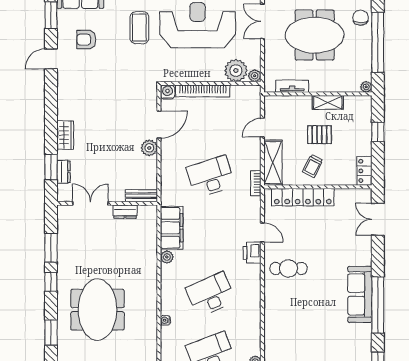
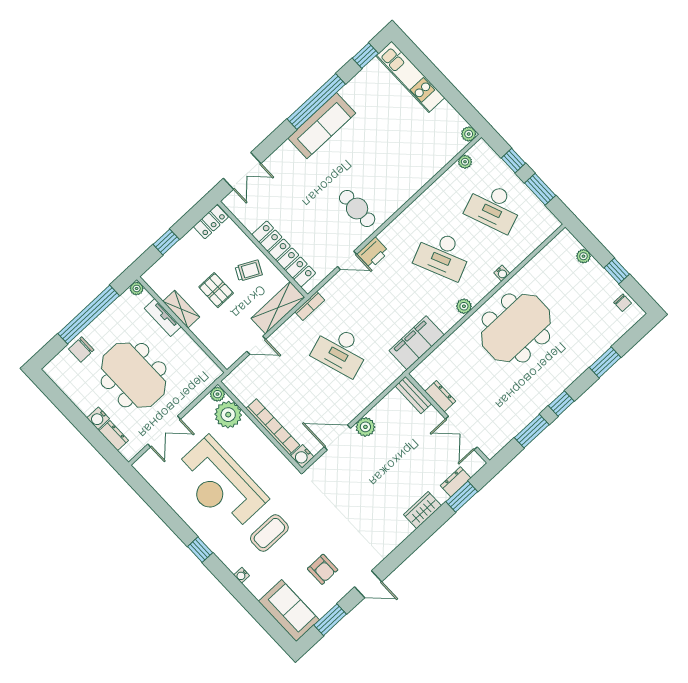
tv unit: (292, 86) -> (163, 317), moved
door: (262, 232) -> (347, 260), swing flipped
plant: (167, 257) -> (464, 306), moved
meeting table: (98, 310) -> (516, 328), moved

